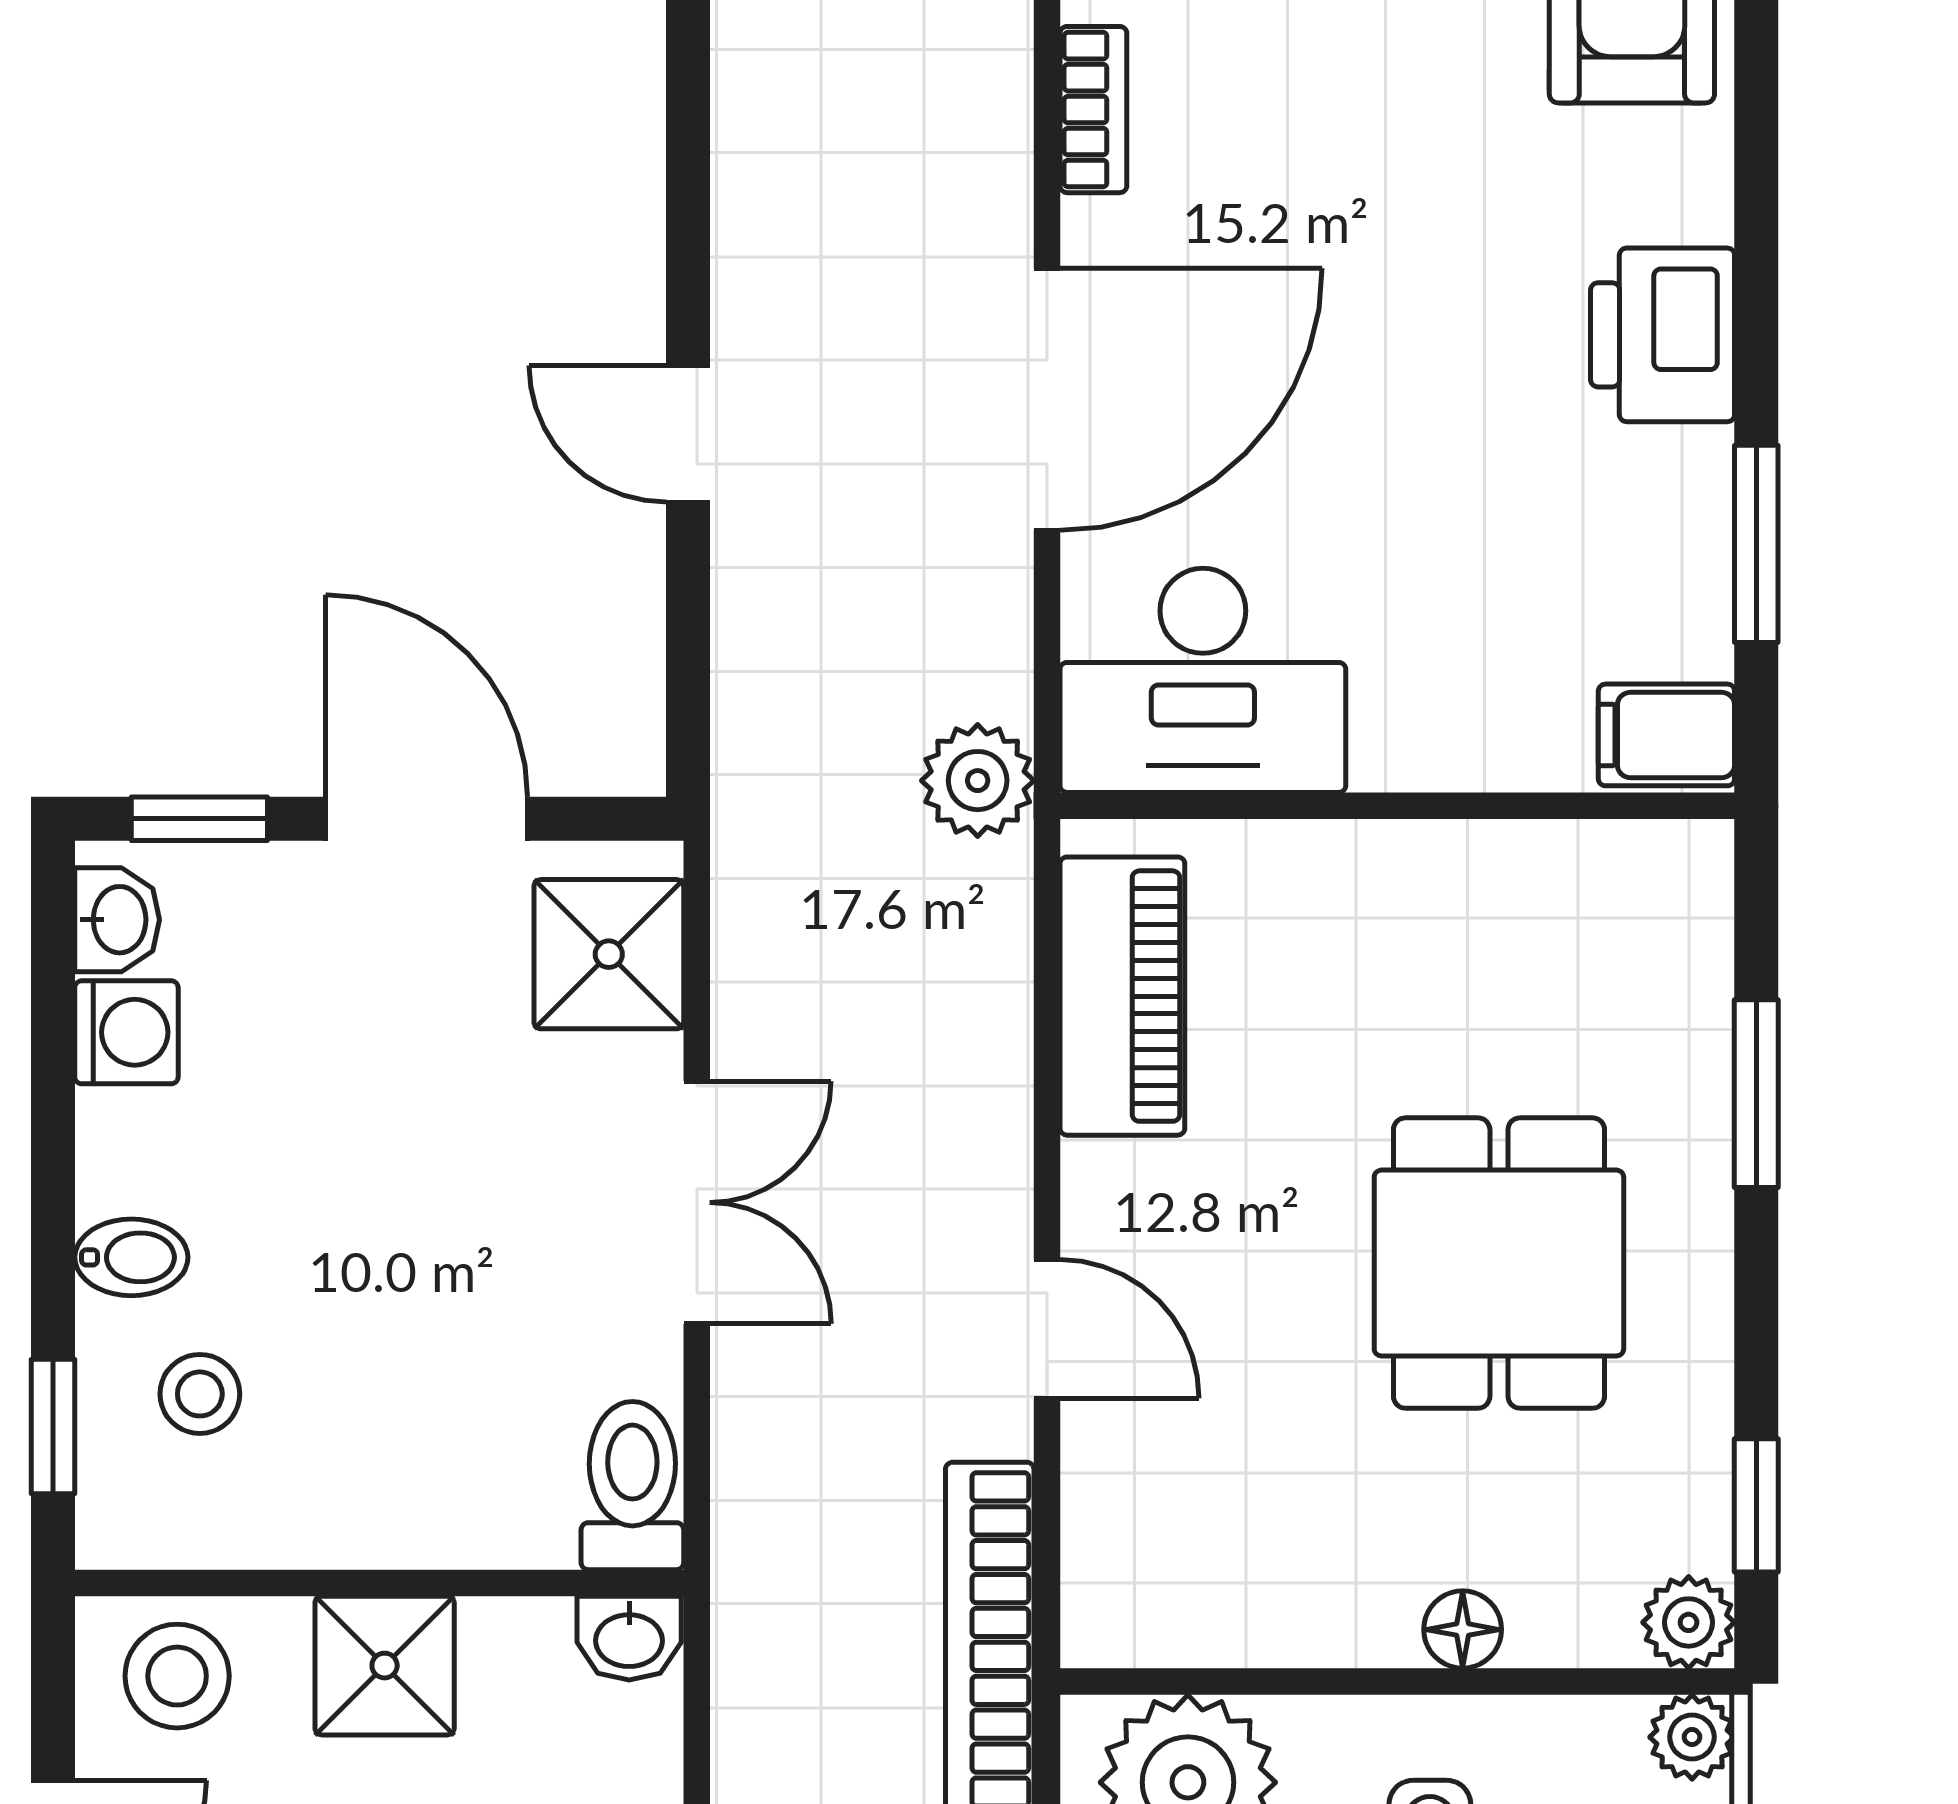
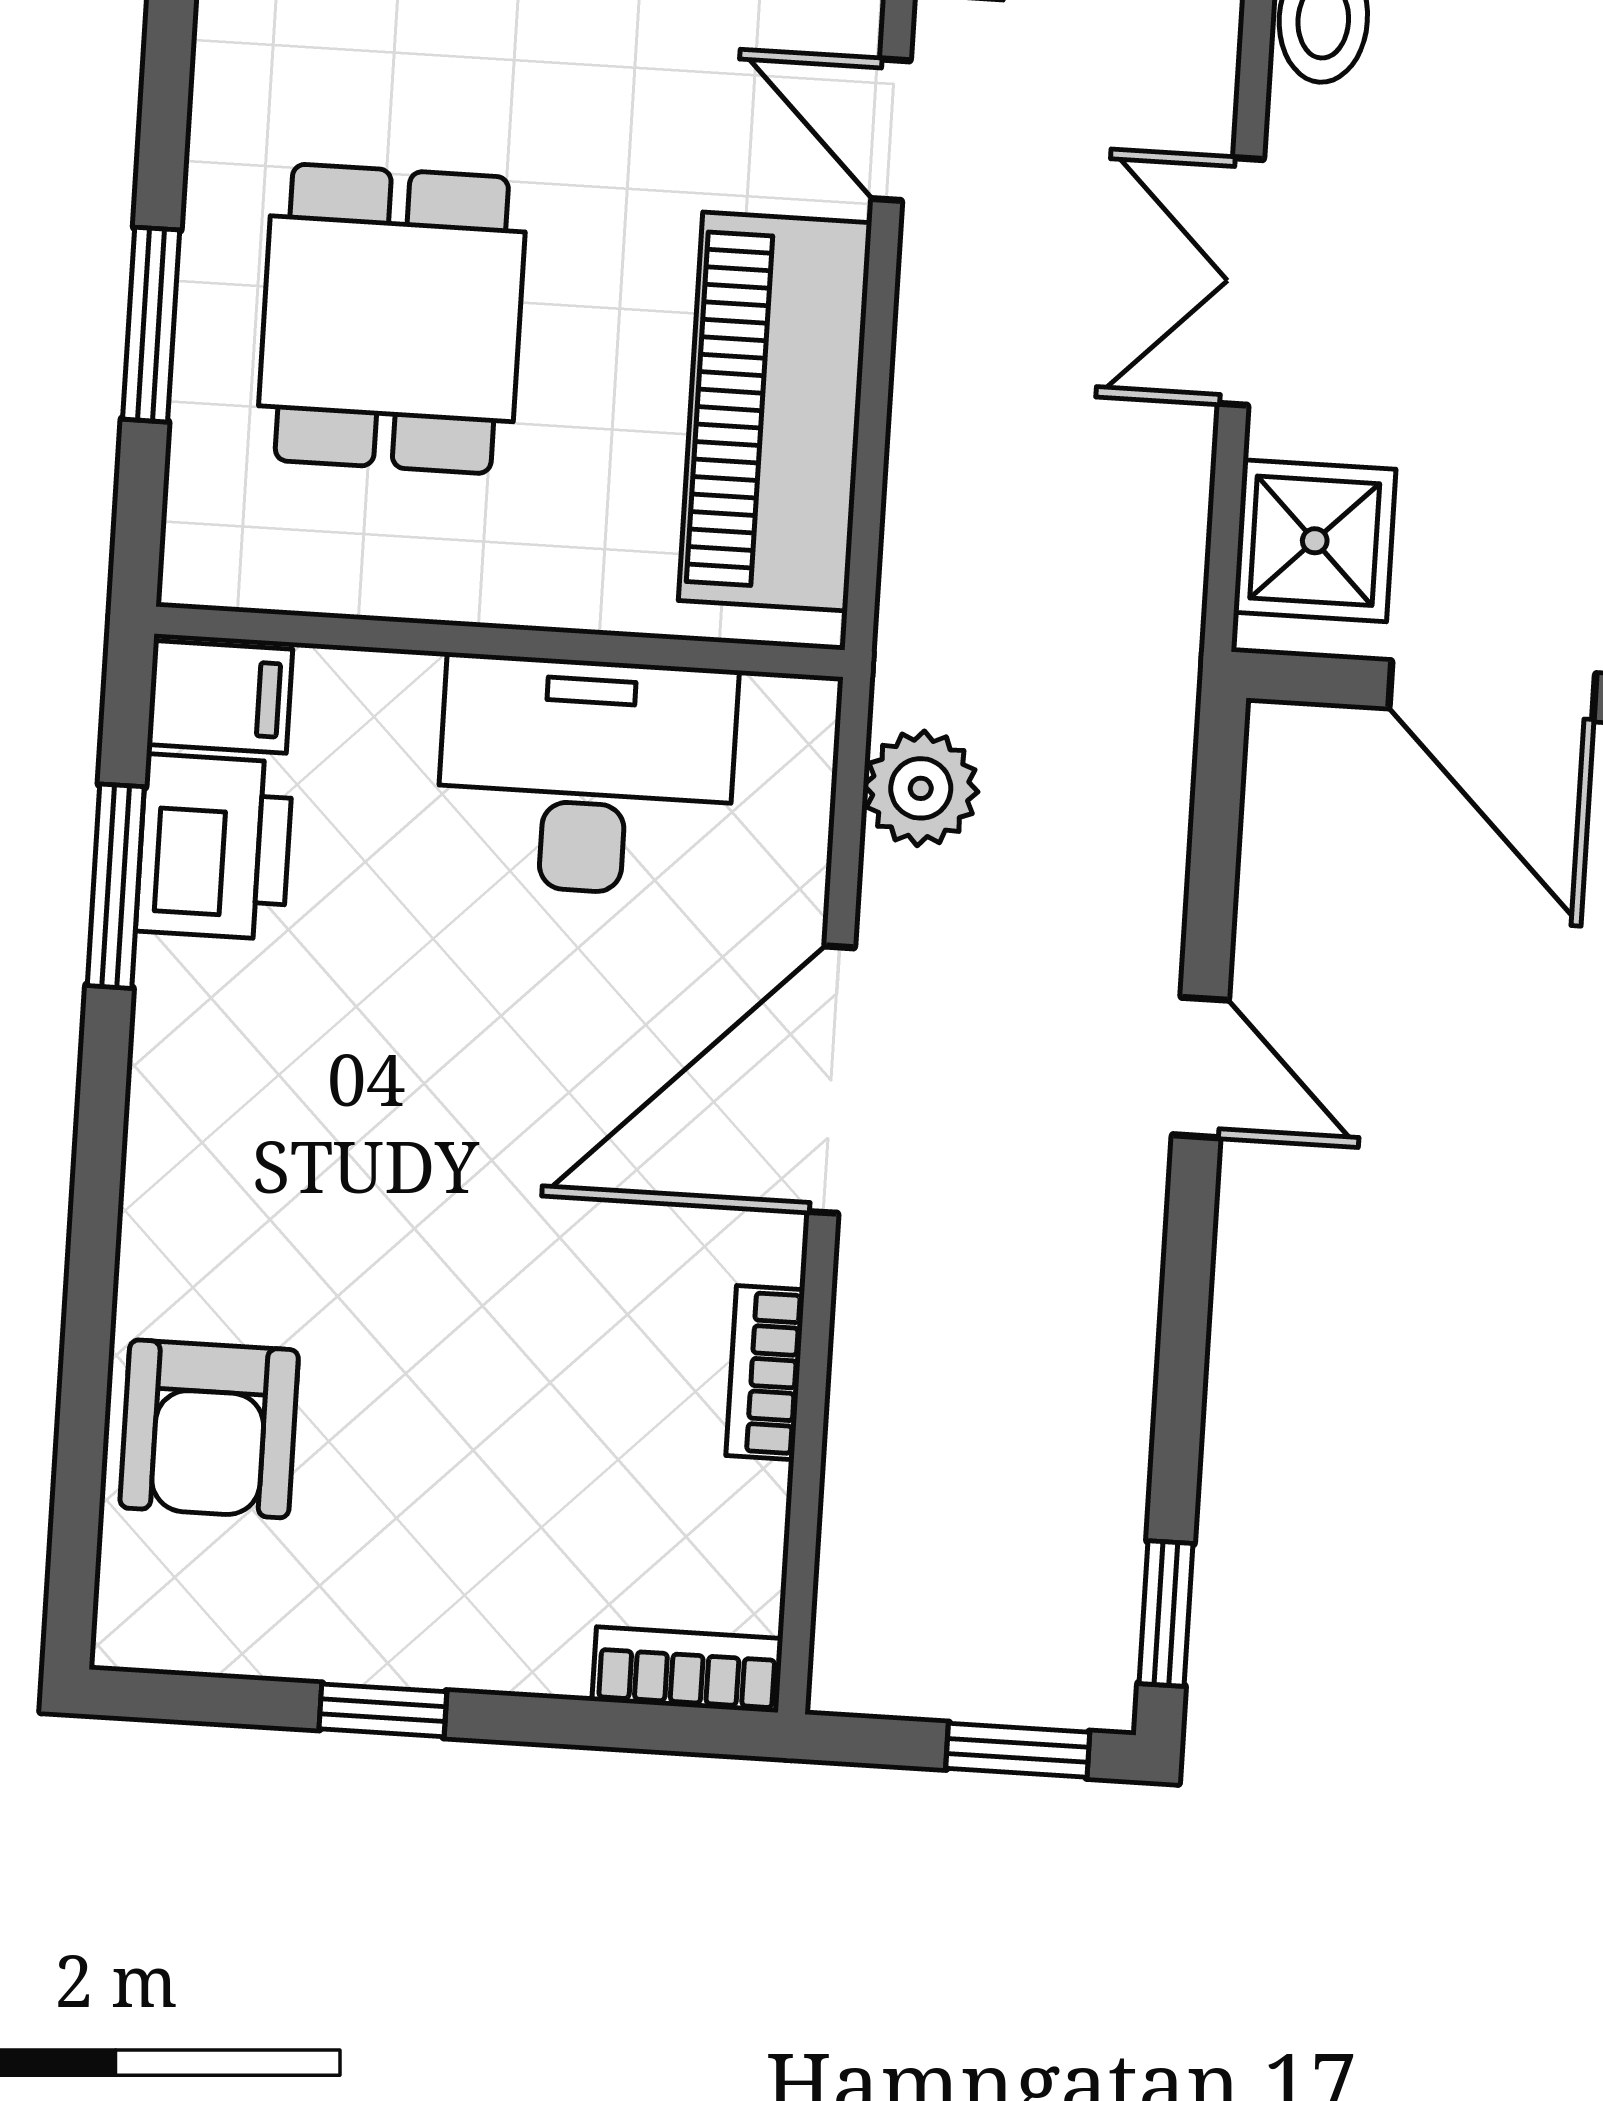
printer: (1663, 335) -> (214, 847), moved
desk: (1203, 680) -> (586, 776), moved
plant: (978, 781) -> (921, 788), moved
piano: (1122, 996) -> (775, 412), width x1.37, depth x1.33
dining table: (1499, 1263) -> (392, 319), moved

